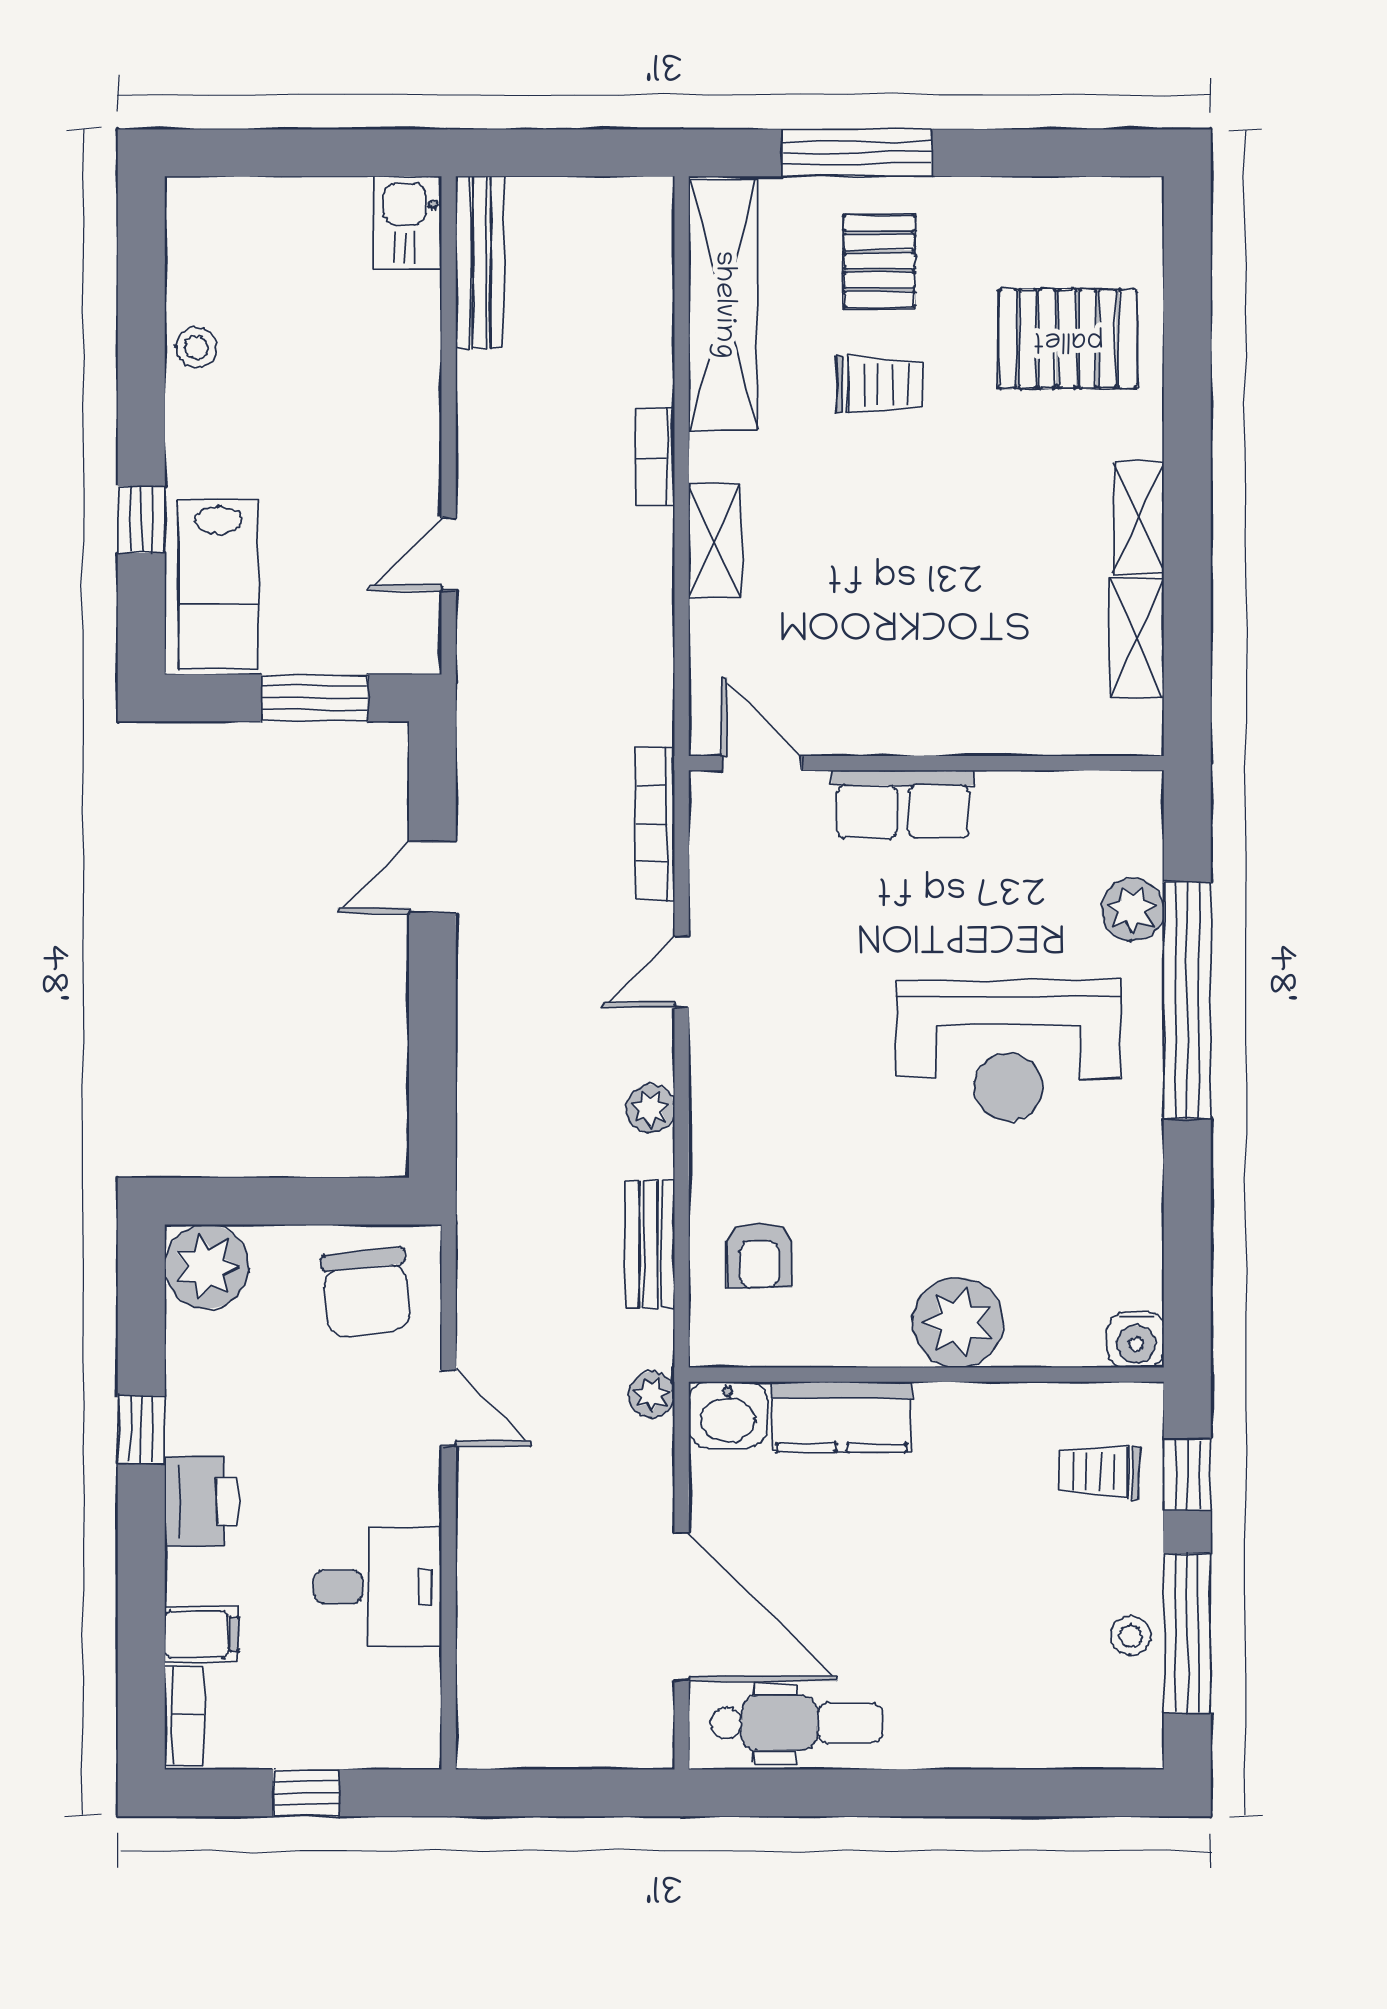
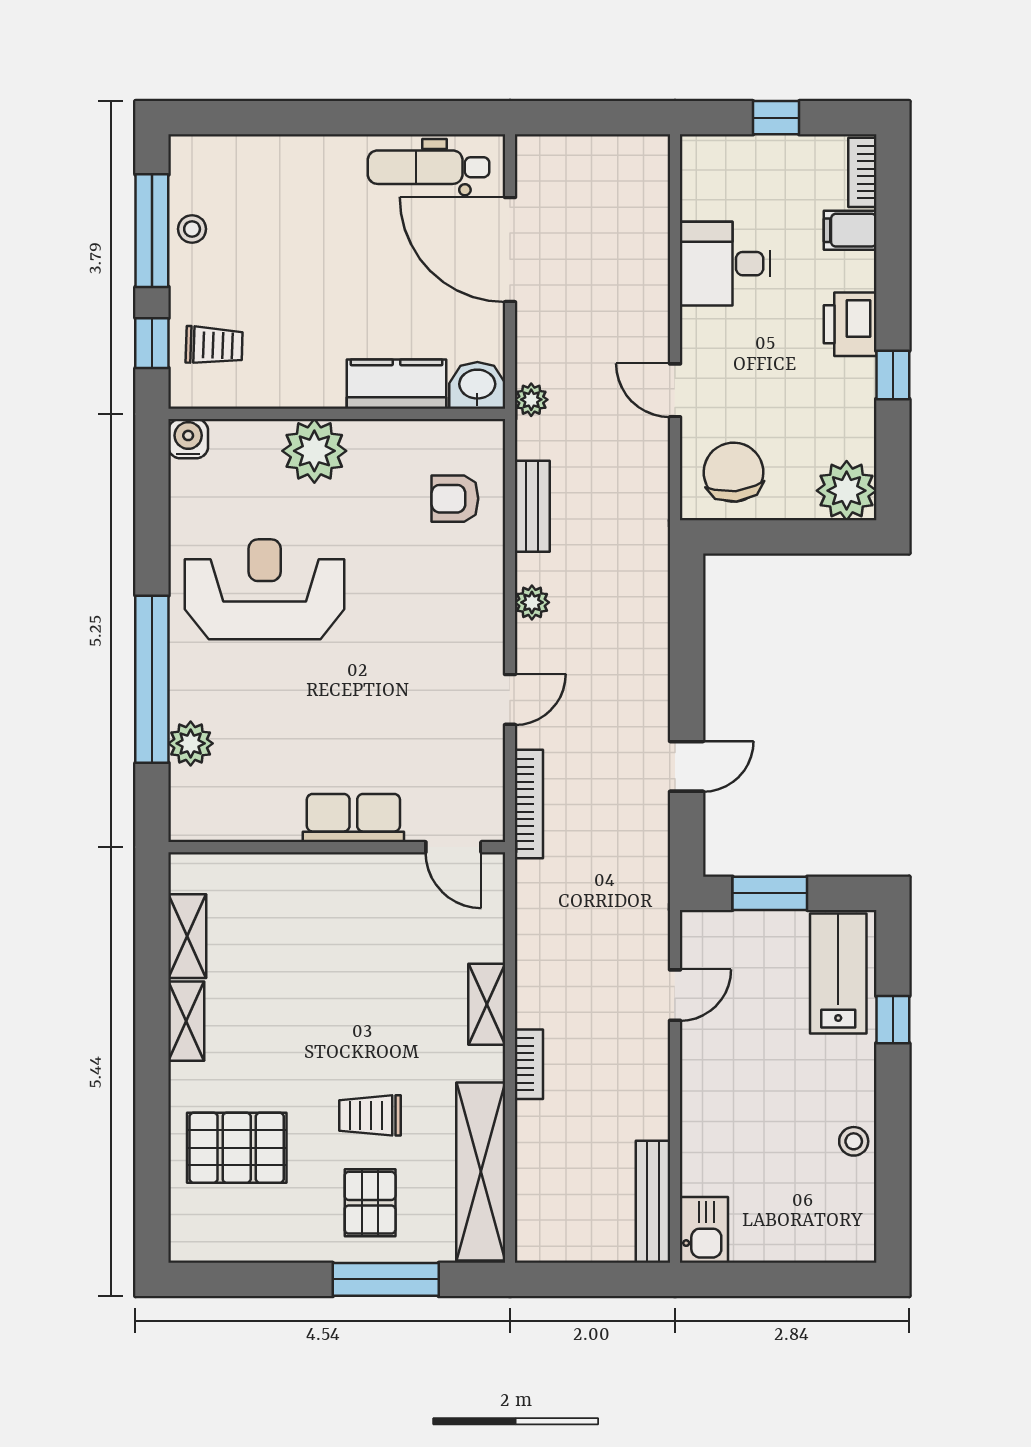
reception desk: (1008, 1050) -> (265, 589), moved
armchair: (759, 1255) -> (455, 499), turned -90

